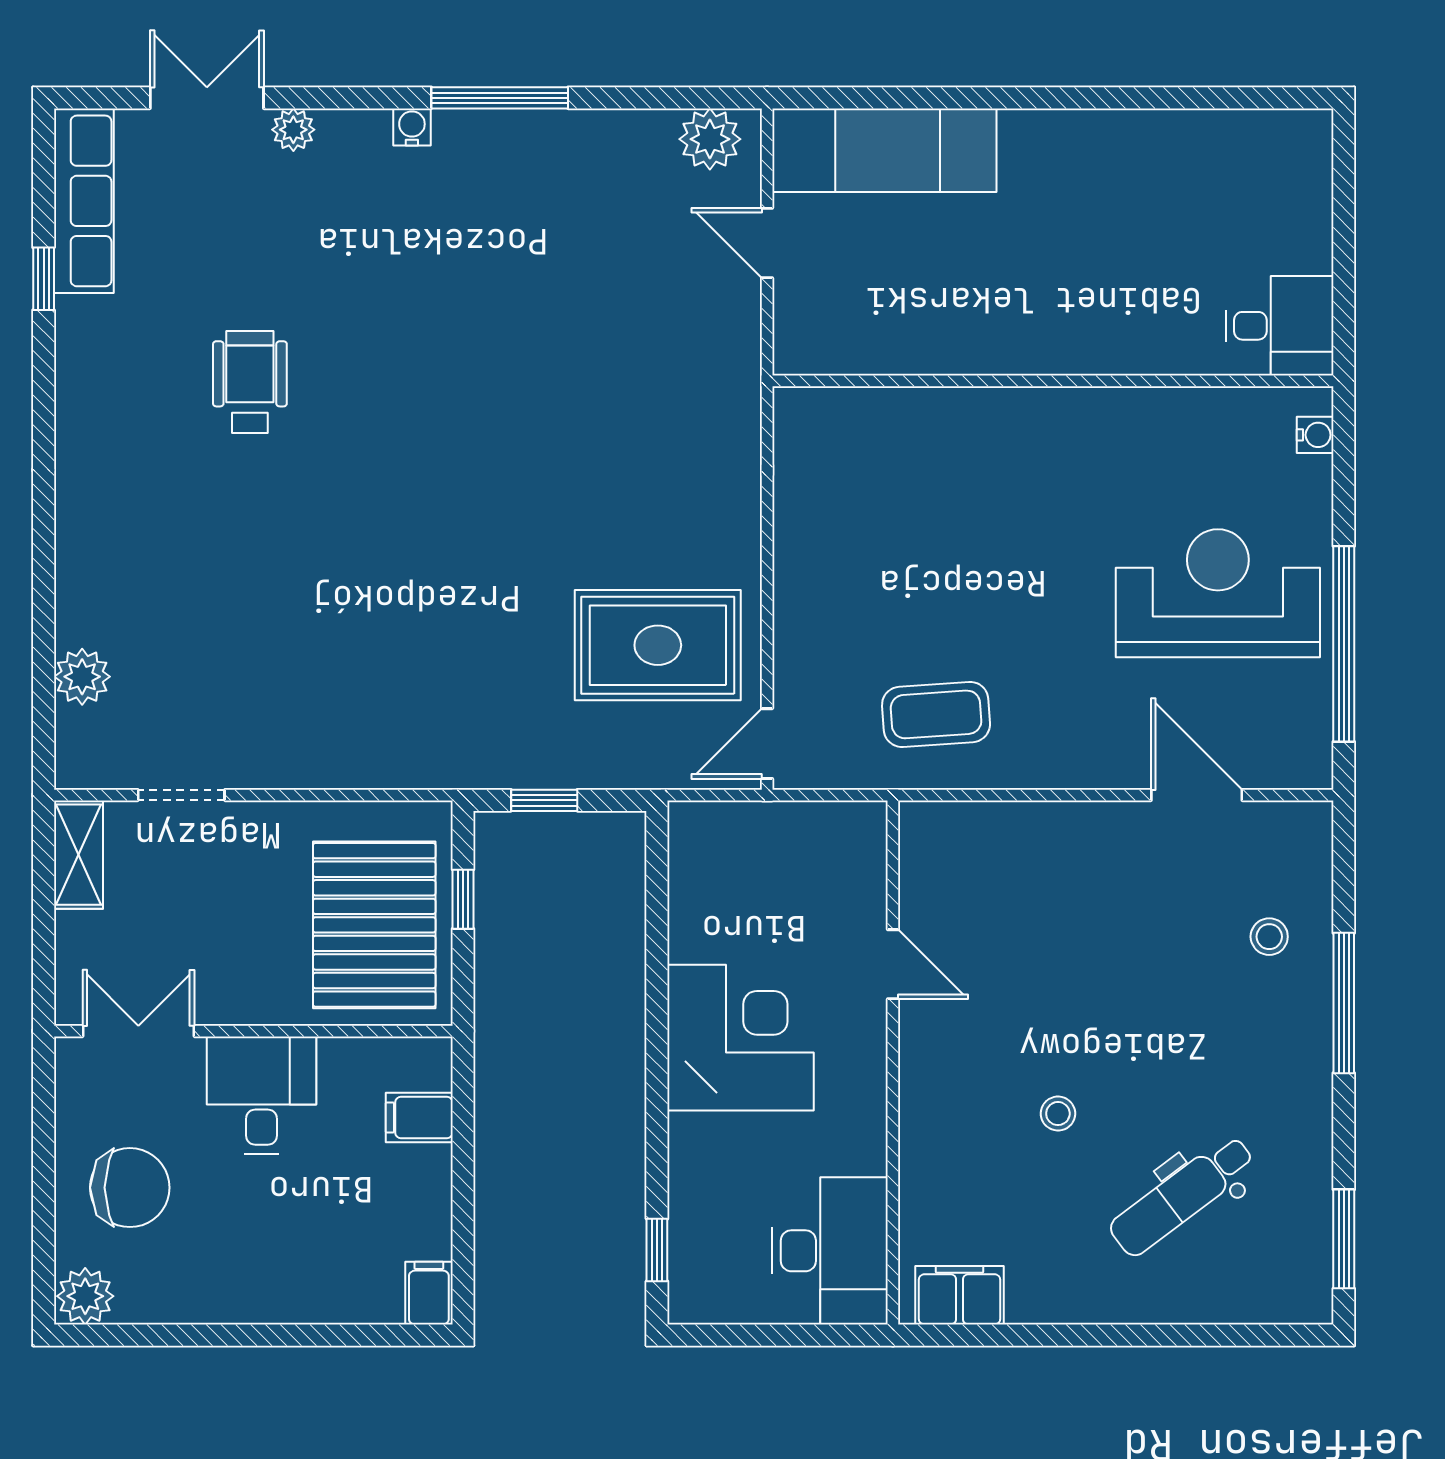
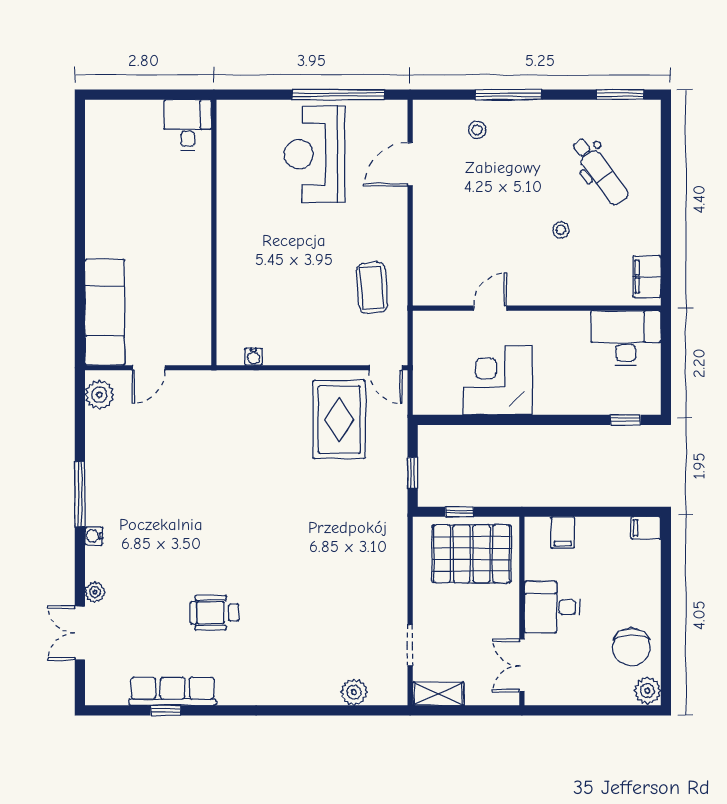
row of seats: (84, 201) -> (173, 691), moved
water cooler: (1315, 435) -> (253, 357), moved, turned 180
corner desk: (741, 1038) -> (498, 380), moved
chair: (130, 1188) -> (631, 647), moved, turned 180

